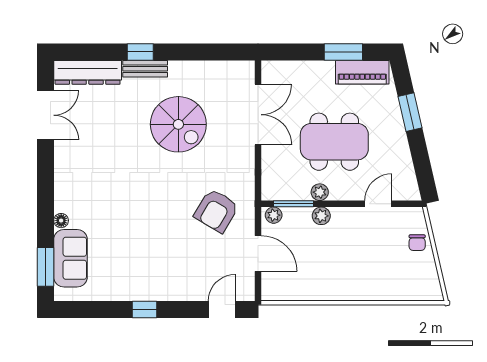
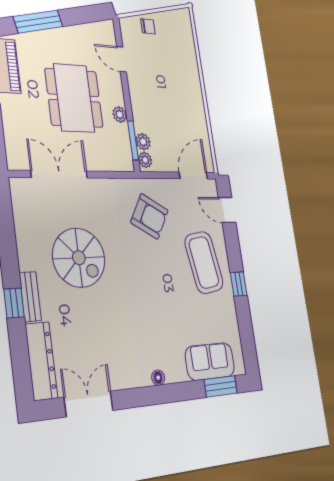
window: (410, 112) -> (38, 22), width x1.44
spiral stairs: (178, 124) -> (79, 258), turned 90
plant: (321, 216) -> (143, 142), moved
floor lamp: (61, 221) -> (158, 378), moved
door: (258, 253) -> (193, 176), moved
coffee table: (168, 269) -> (204, 262), added

